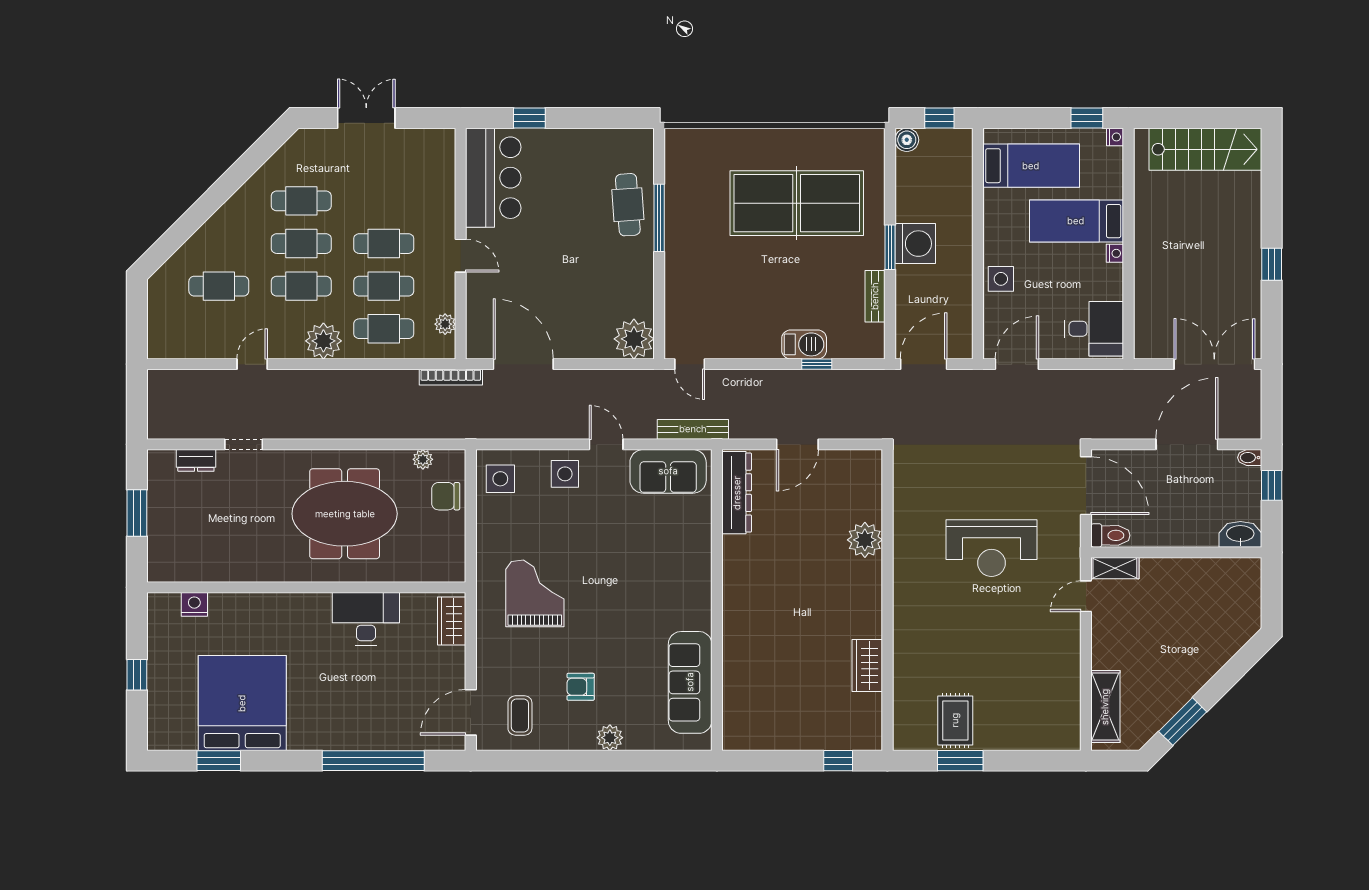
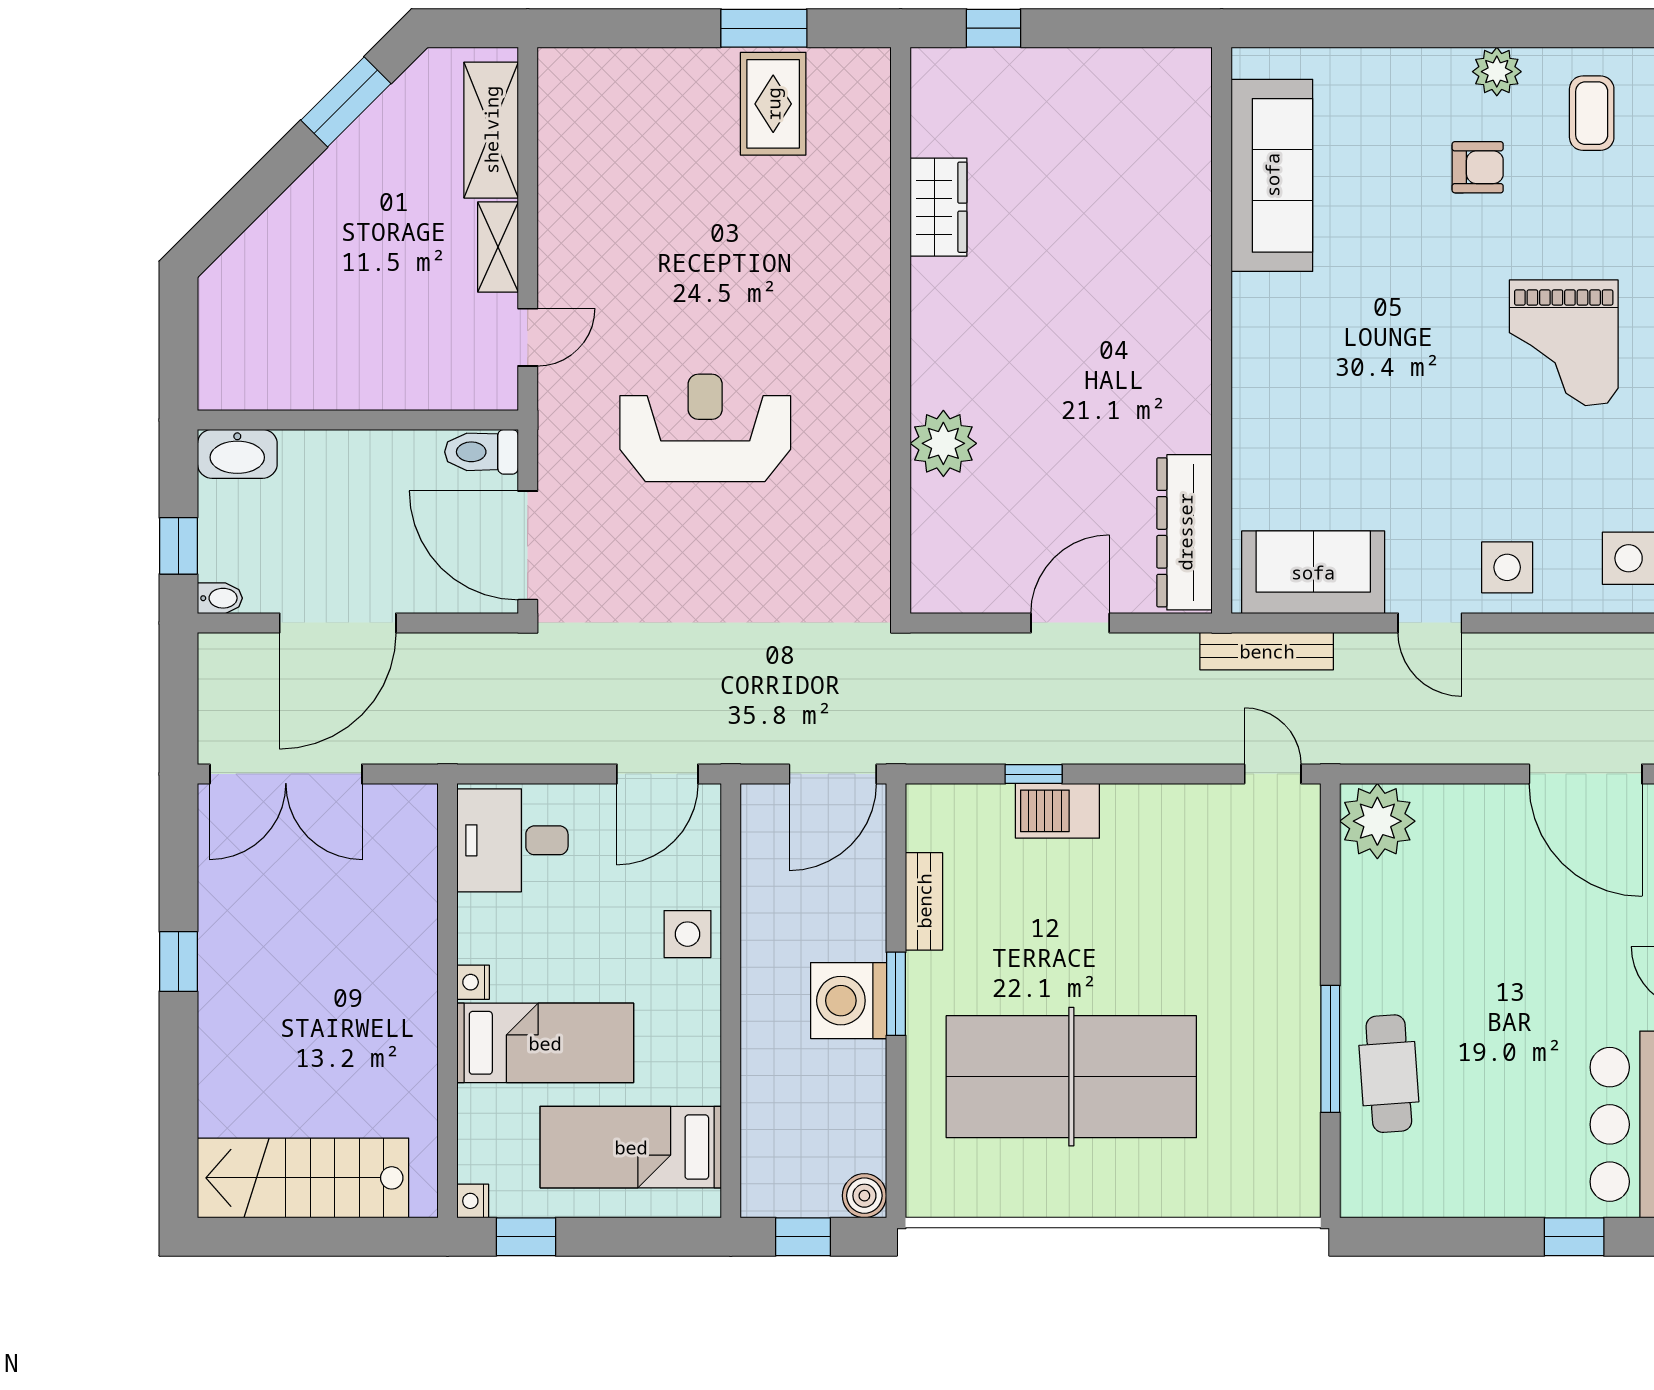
shelving: (1115, 568) -> (498, 247), moved, turned 90
plant: (610, 738) -> (1497, 72), moved

